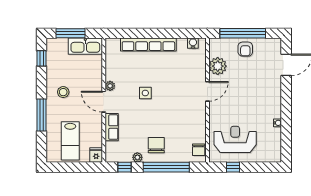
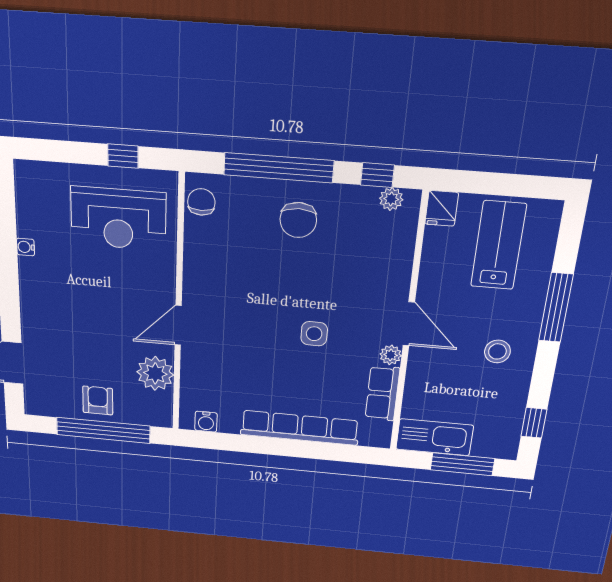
row of seats: (112, 127) -> (382, 393), moved
plant: (137, 157) -> (391, 199), moved

